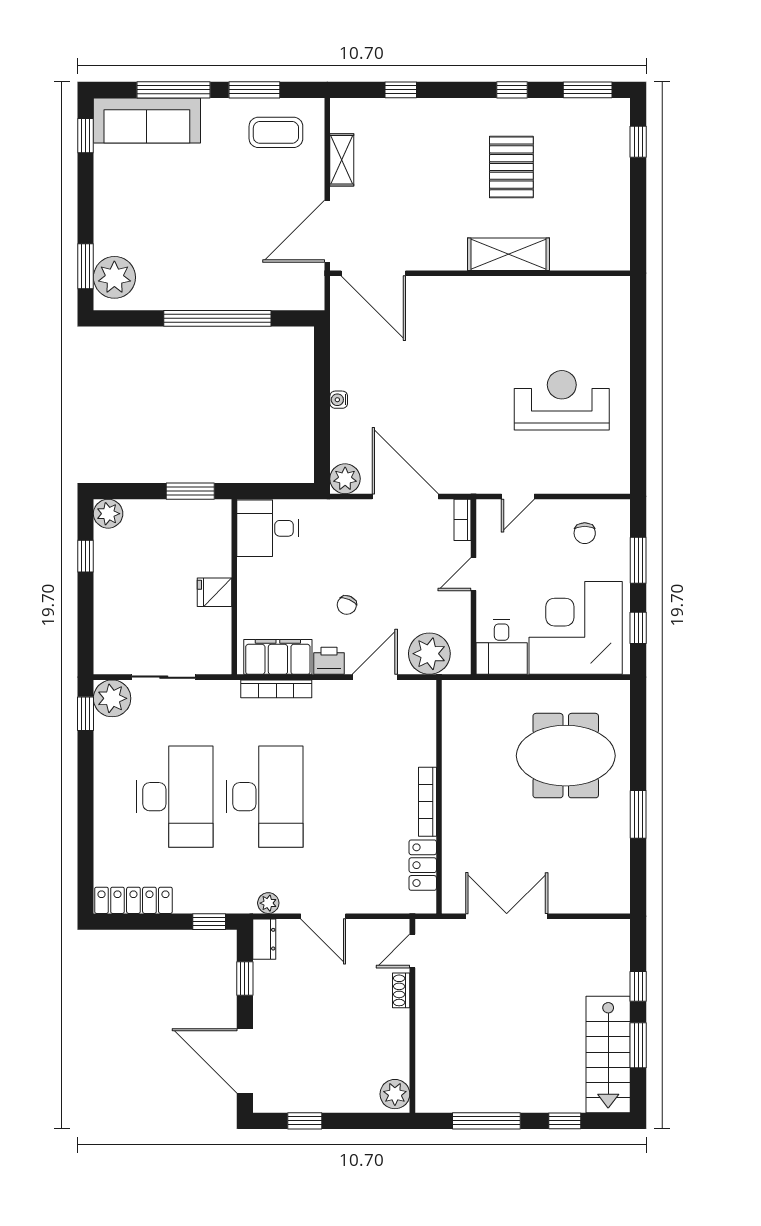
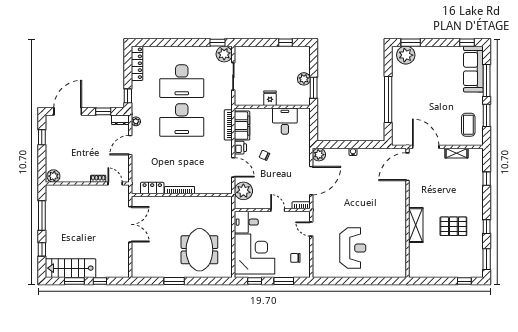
plant: (108, 514) -> (304, 79), moved
desk: (268, 528) -> (285, 121), moved

